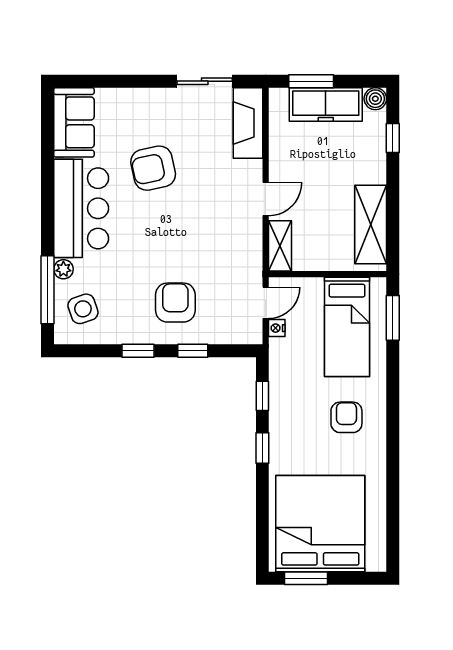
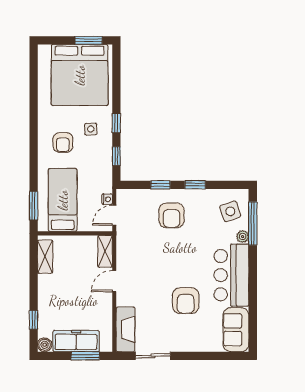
armchair: (153, 168) -> (186, 301), turned 102
shelving: (371, 225) -> (45, 257), width x0.67, depth x0.75
side table: (303, 438) -> (91, 129), added

